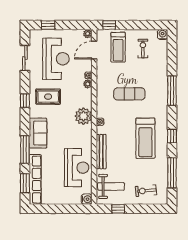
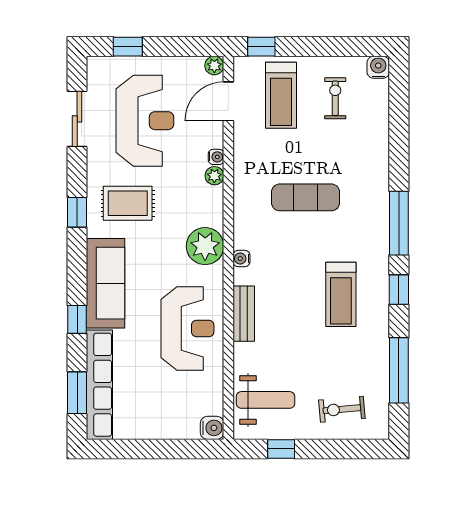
window: (172, 91) -> (399, 223), moved
sofa: (38, 133) -> (106, 283), width x1.36
treadmill: (145, 138) -> (341, 294), width x0.73, depth x0.73
window: (25, 150) -> (77, 319), width x0.46
bench: (101, 152) -> (244, 314), width x0.73
reception desk: (77, 168) -> (187, 328), moved

